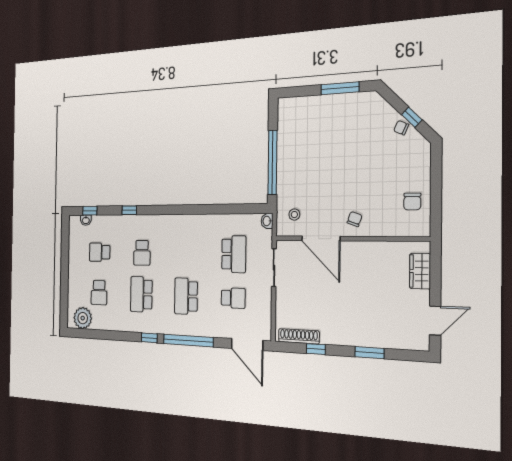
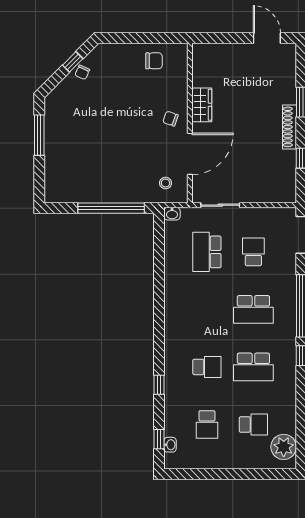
school desk: (234, 254) -> (207, 252), turned -90
wardrobe: (420, 271) -> (202, 105), moved, turned -90
shoe rack: (299, 336) -> (289, 127), moved

